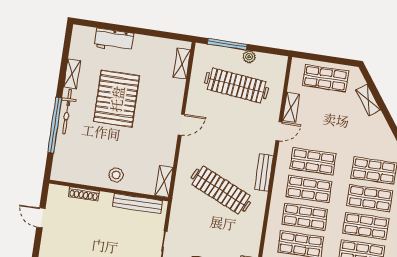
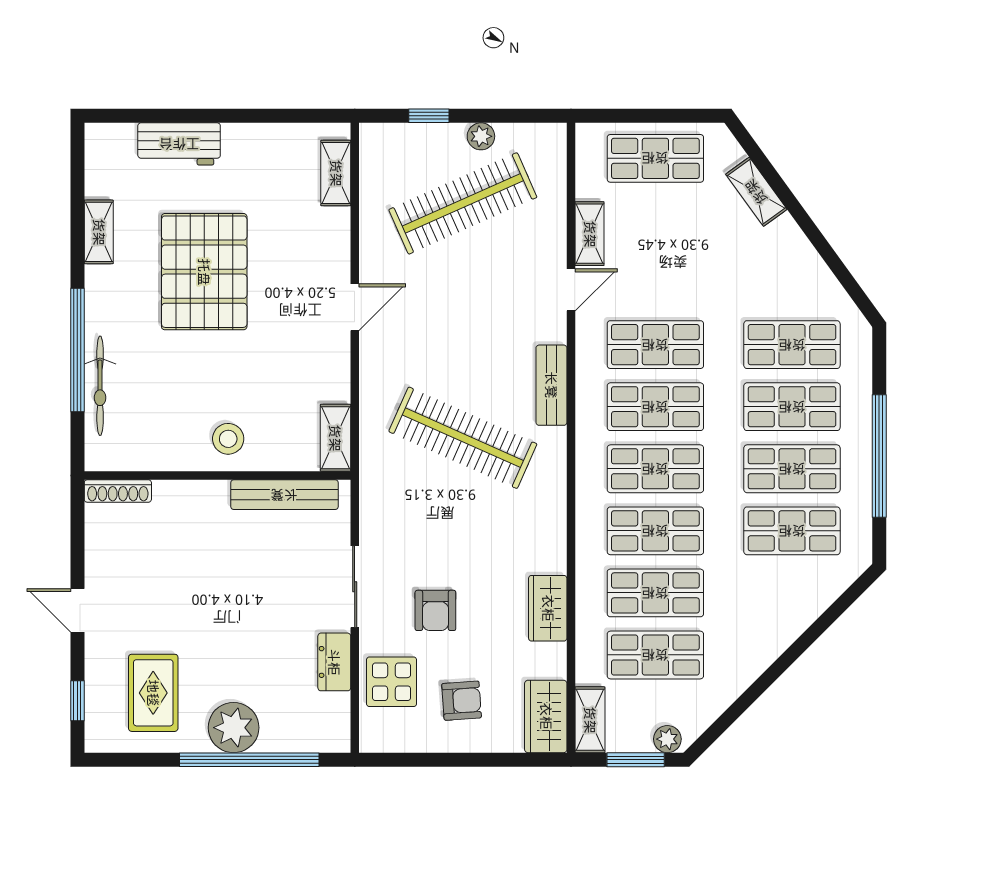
window: (227, 44) -> (429, 116), width x0.46
clothes rail: (237, 85) -> (463, 203), turned -30
bicycle: (67, 112) -> (100, 386), moved
shoe rack: (84, 194) -> (118, 491), moved
door: (41, 218) -> (77, 610), moved

